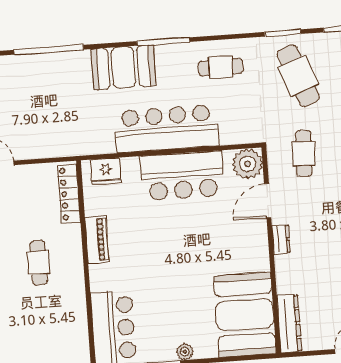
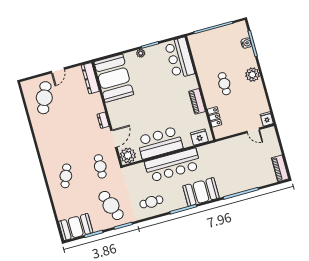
locker: (69, 194) -> (215, 117), width x0.66

